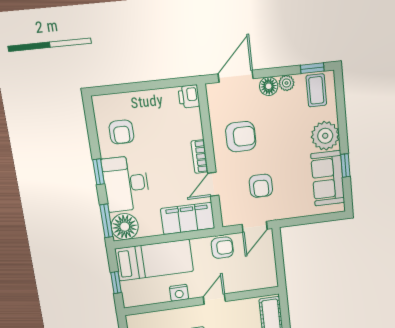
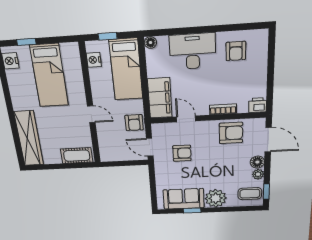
armchair: (121, 132) -> (236, 51), turned -90
armchair: (241, 137) -> (231, 133), moved, turned -90
bookcase: (199, 157) -> (223, 109), moved
window: (99, 172) -> (205, 30), removed
armchair: (261, 186) -> (182, 153), turned 180
window: (106, 221) -> (162, 32), removed
floor lamp: (125, 227) -> (150, 43), width x0.53, depth x0.53
nightstand: (179, 293) -> (94, 60), moved

